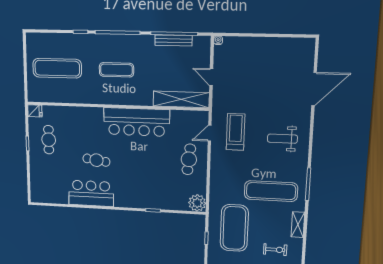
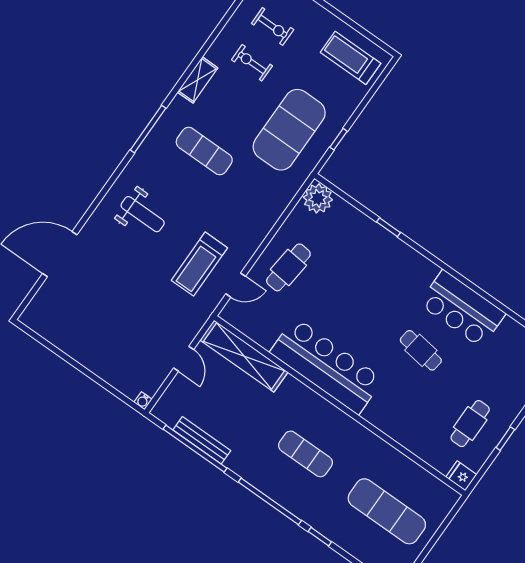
exercise mat: (271, 191) -> (204, 151), width x0.73, depth x0.69

